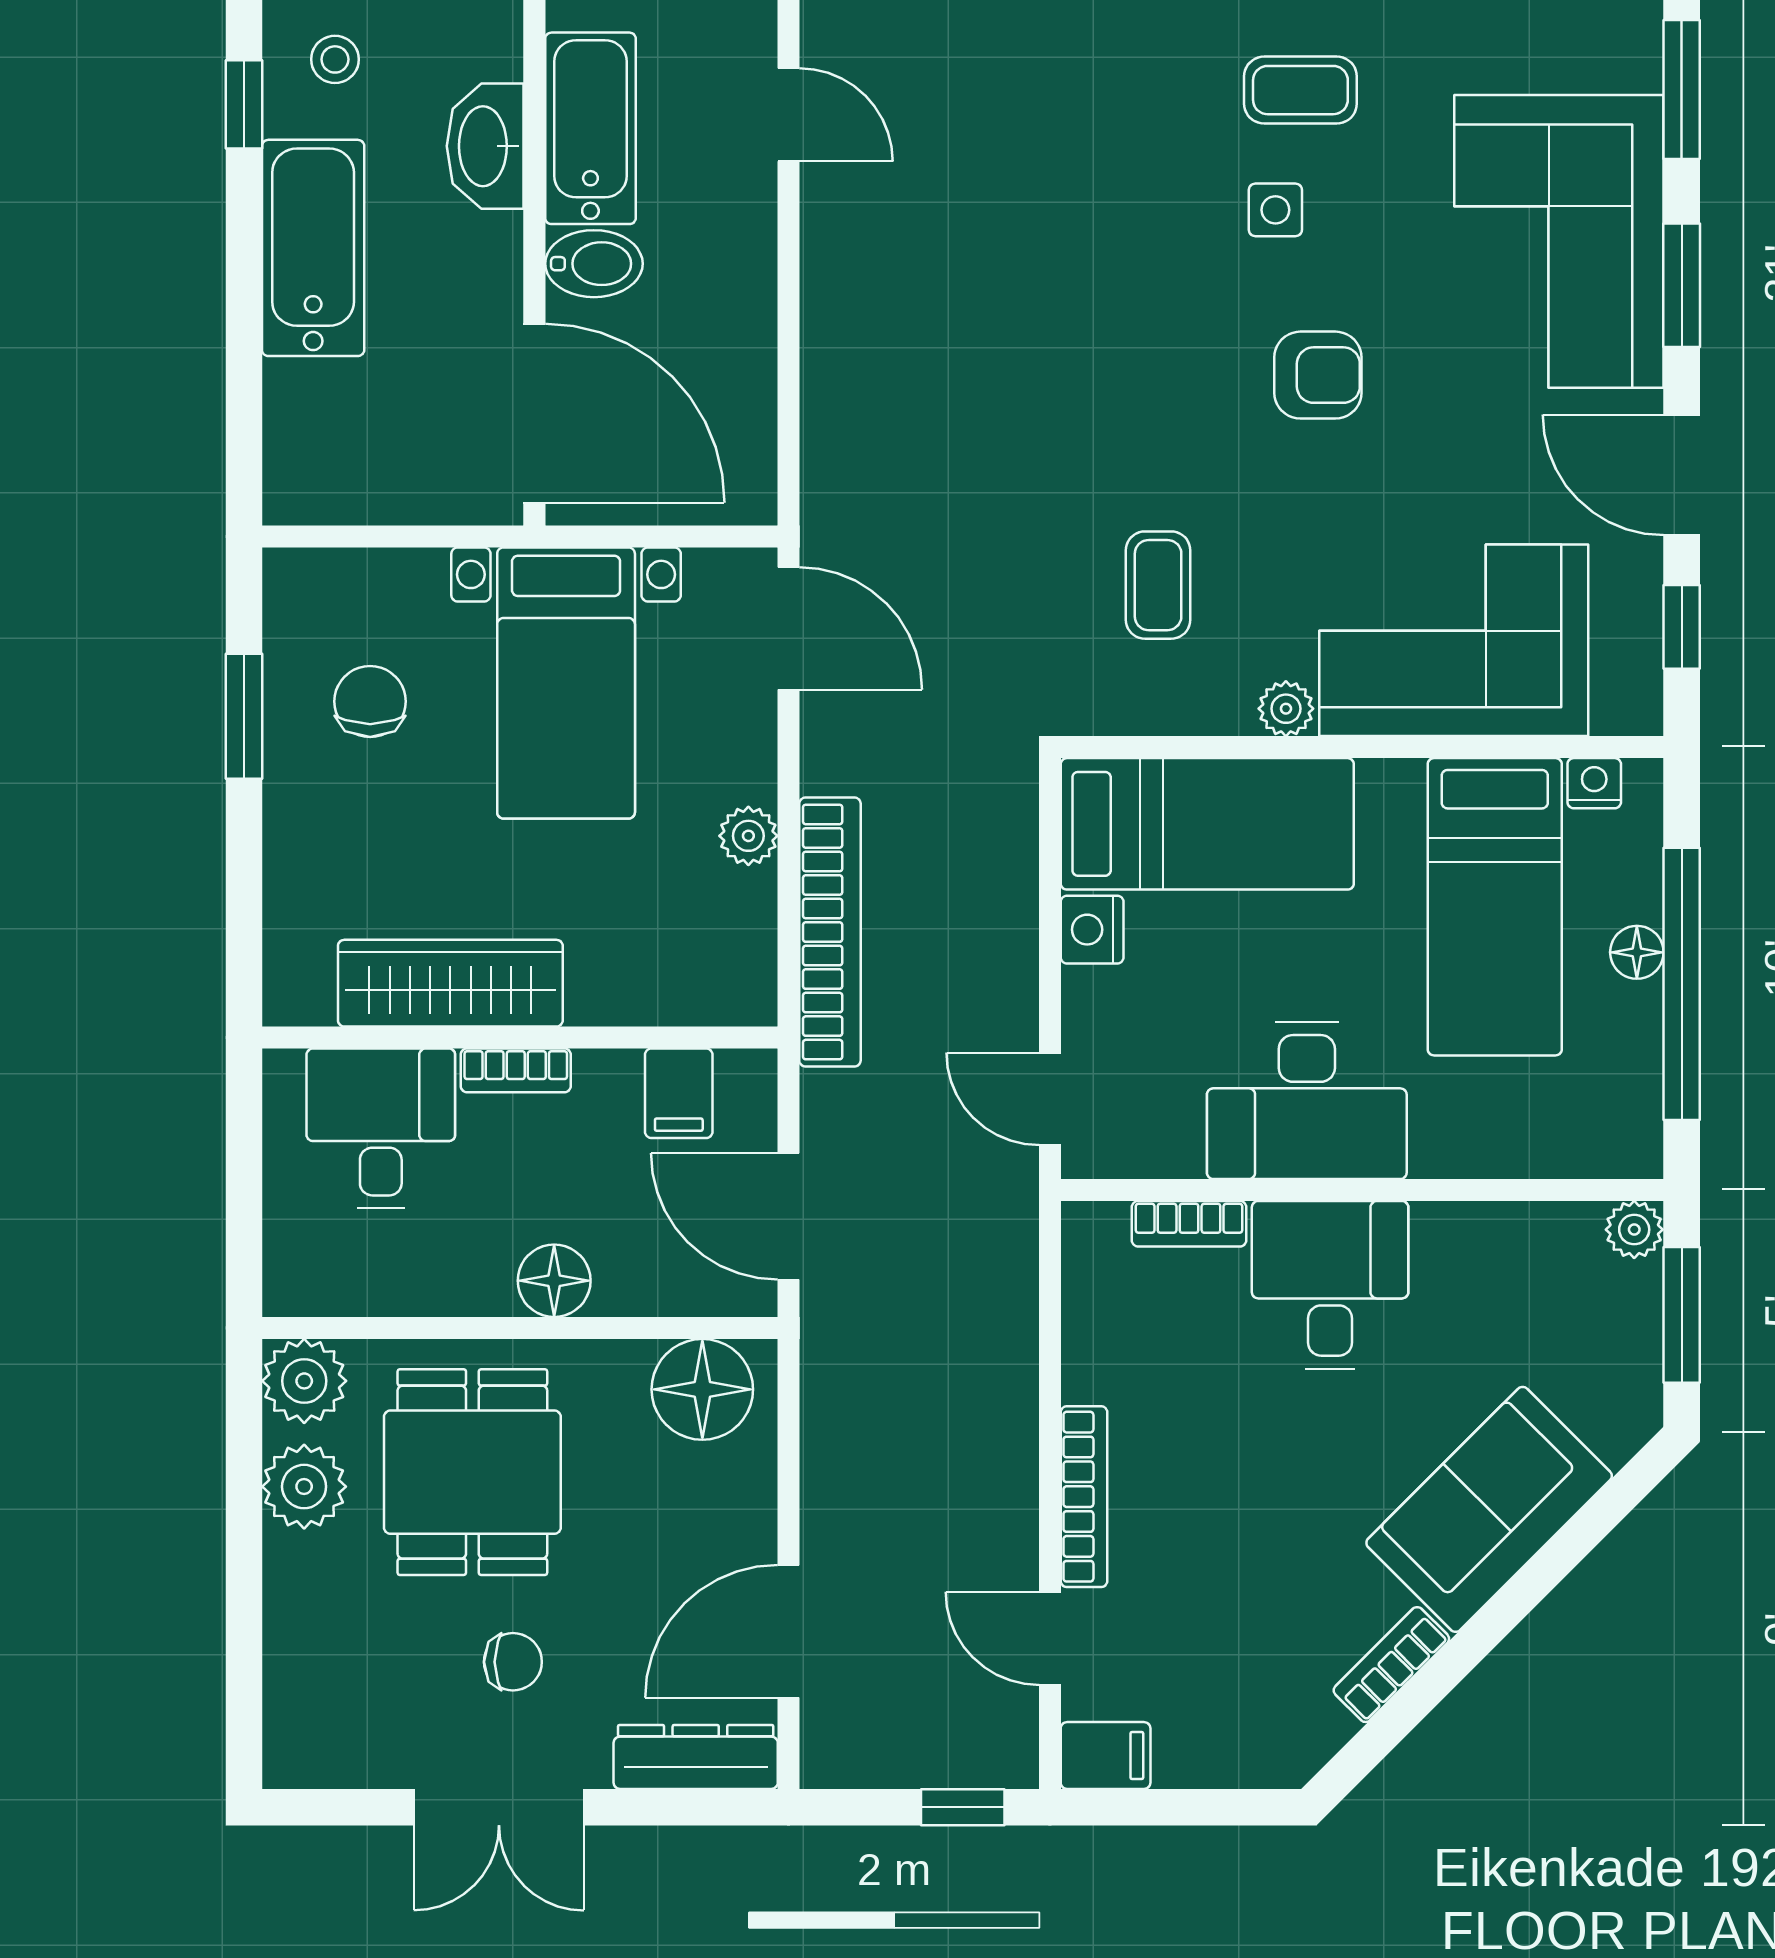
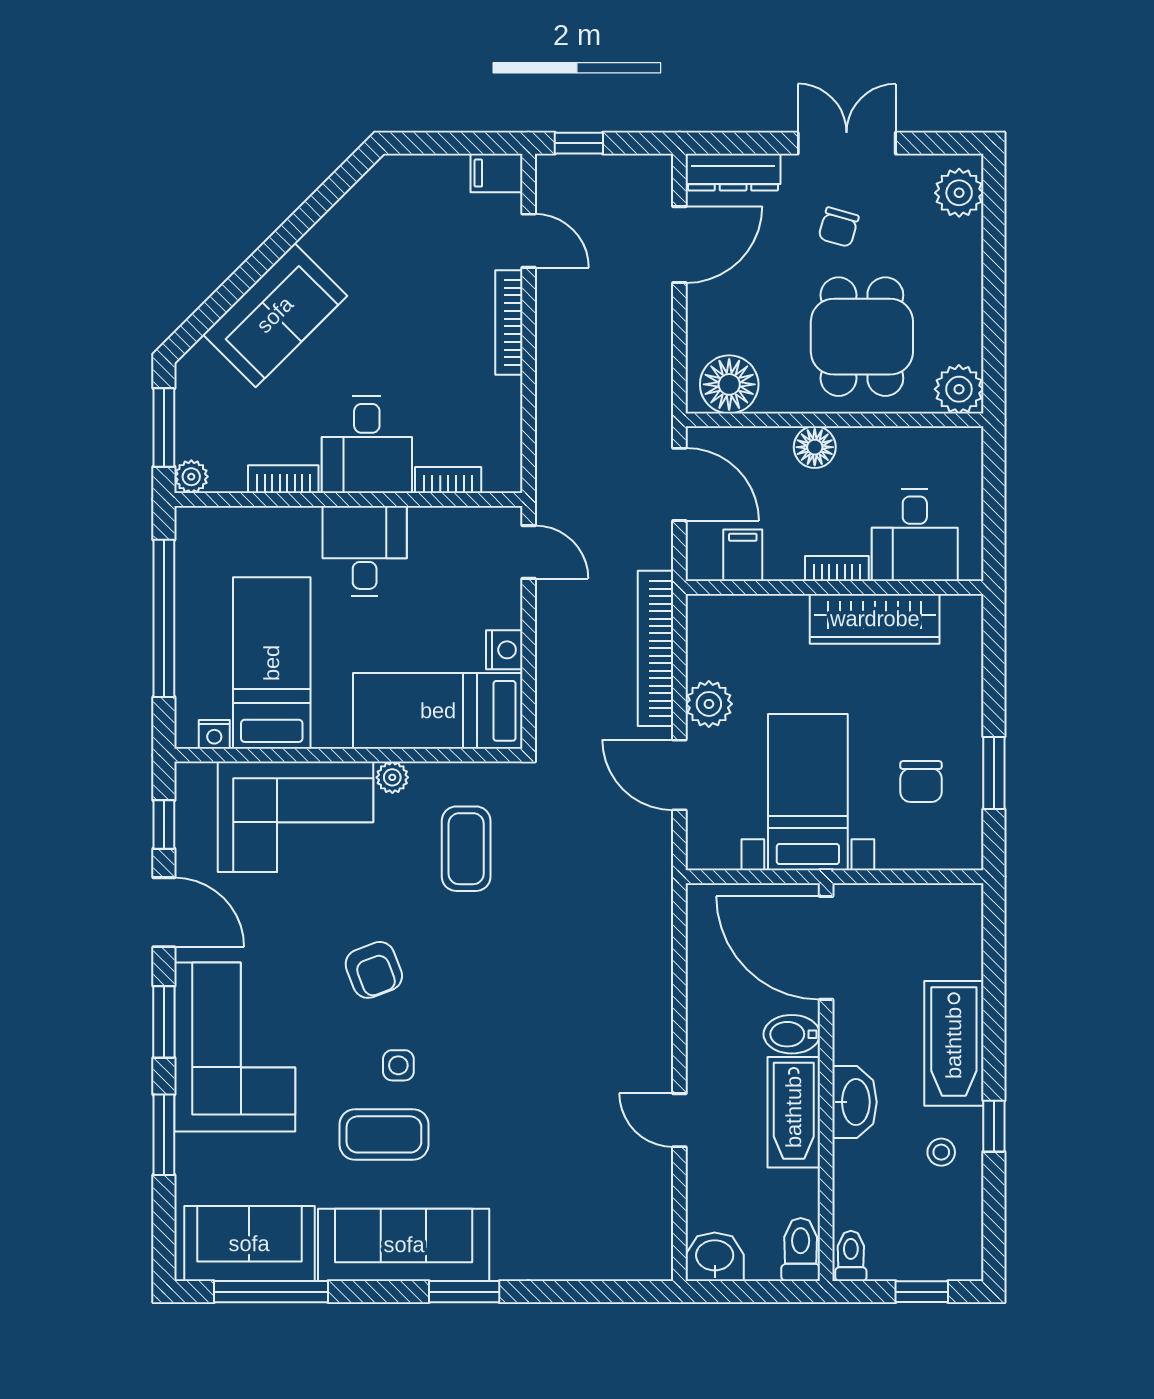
coffee table: (1300, 90) -> (384, 1134), width x1.36, depth x1.30
armchair: (1318, 375) -> (374, 970), turned -111
coffee table: (1158, 585) -> (466, 849), width x1.36, depth x1.30
door: (789, 628) -> (679, 775), moved
plant: (748, 836) -> (709, 704), width x1.38, depth x1.38
floor lamp: (1637, 952) -> (190, 637), removed
desk: (1307, 1101) -> (365, 551), width x0.73
plant: (304, 1487) -> (959, 193), moved
chair: (513, 1662) -> (839, 227), turned -74
bookcase: (1391, 1665) -> (283, 479), moved, turned -135

